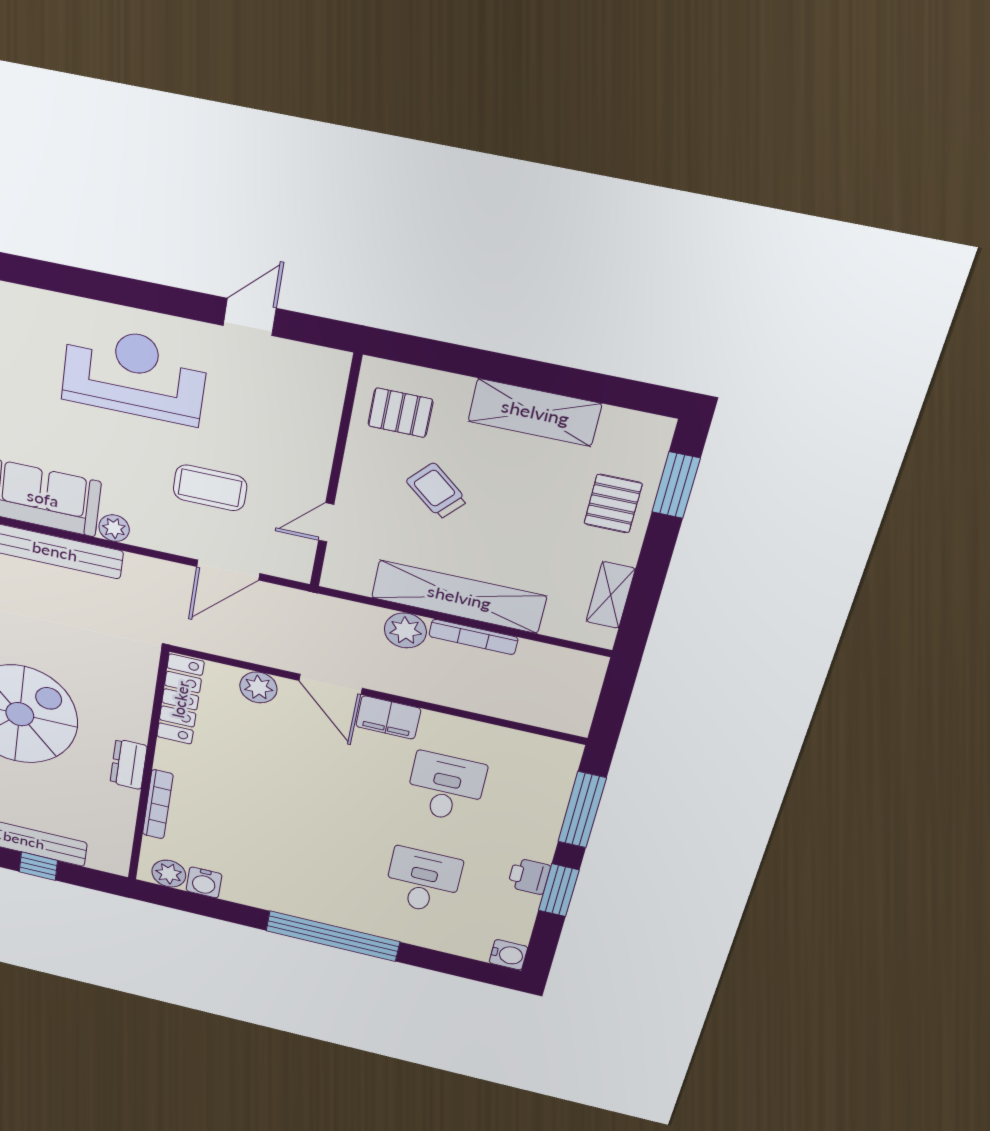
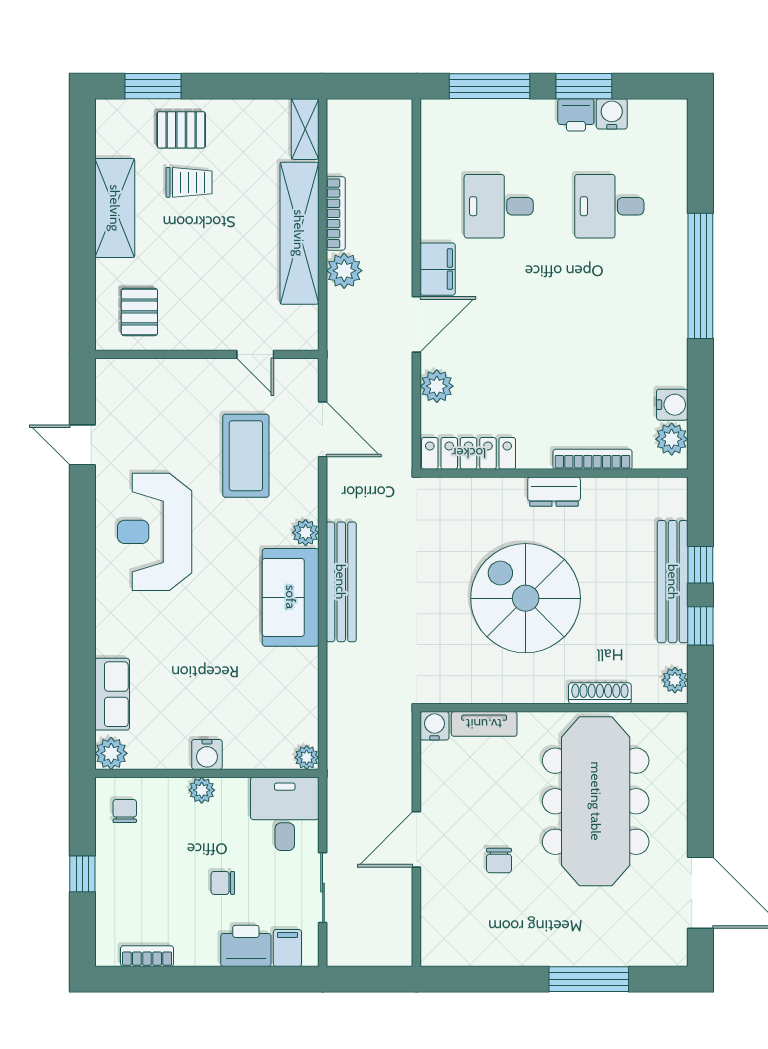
coffee table: (210, 488) -> (246, 456), width x1.36, depth x1.32
trolley: (437, 491) -> (189, 182), moved, turned -131
shelving: (611, 595) -> (305, 129), moved, turned 90
water cooler: (508, 955) -> (612, 114), moved

